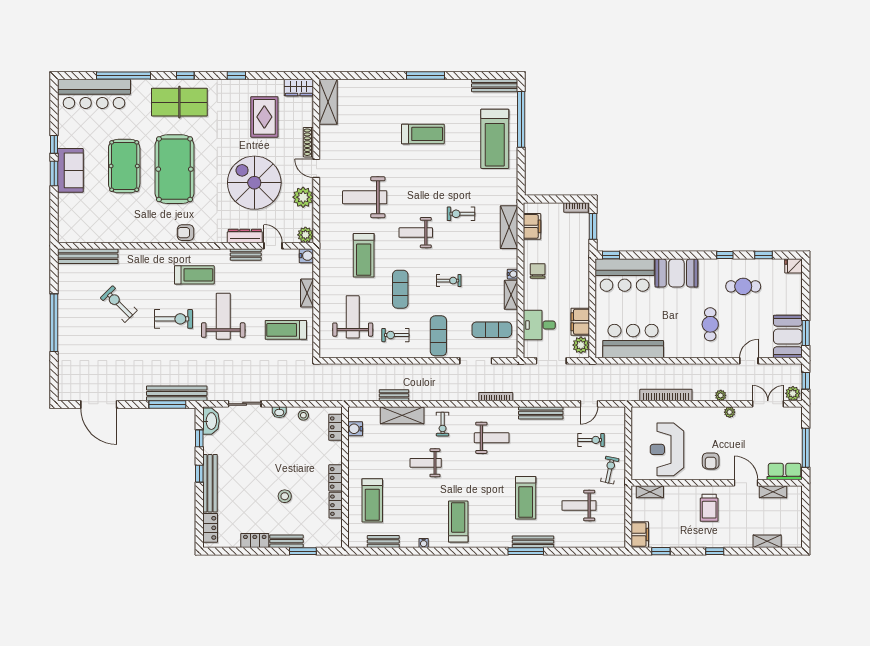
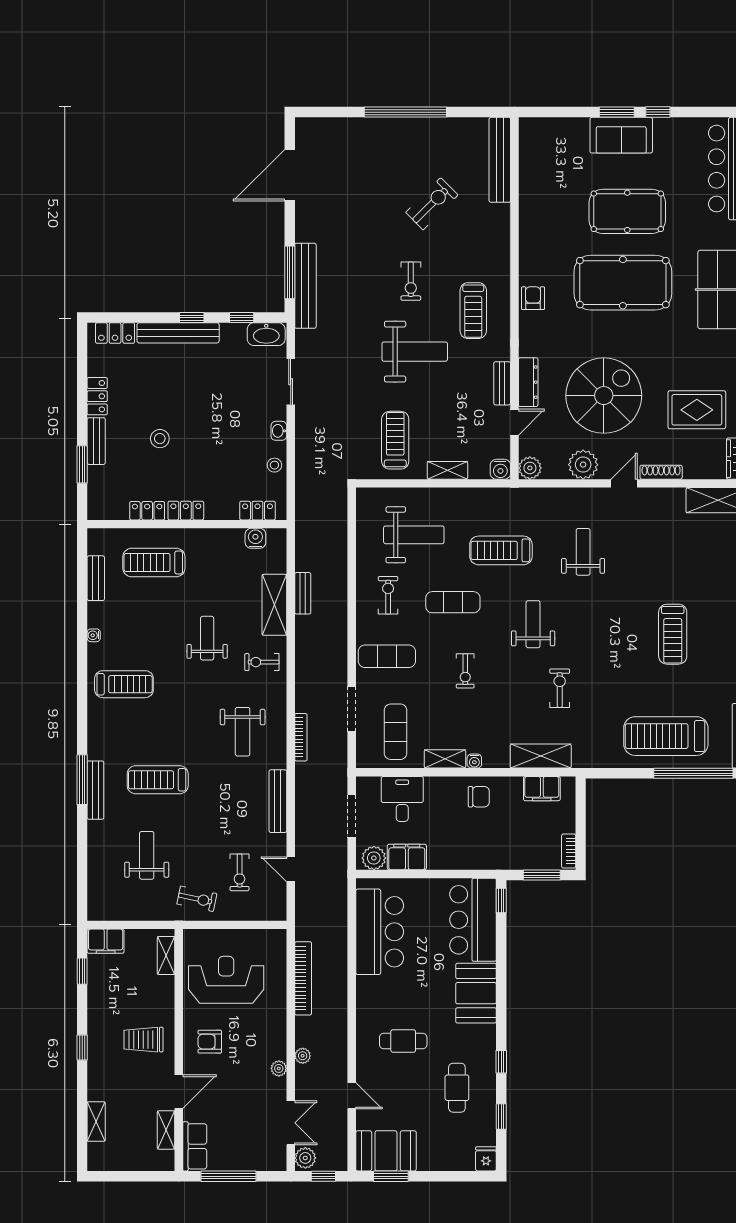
weight bench: (365, 197) -> (583, 552), width x0.73, depth x0.75
exercise bike: (173, 319) -> (411, 281), width x0.73, depth x0.72

